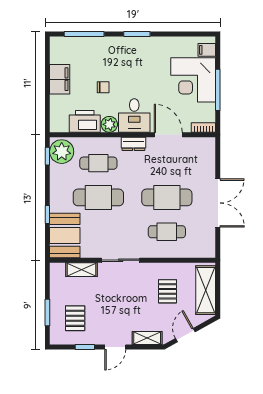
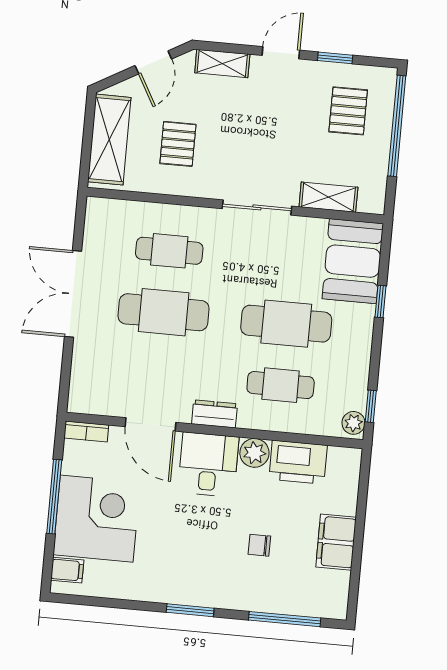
chair: (103, 87) -> (259, 545), moved
plant: (62, 152) -> (353, 423), width x0.53, depth x0.53
window: (47, 313) -> (397, 126), width x2.11

